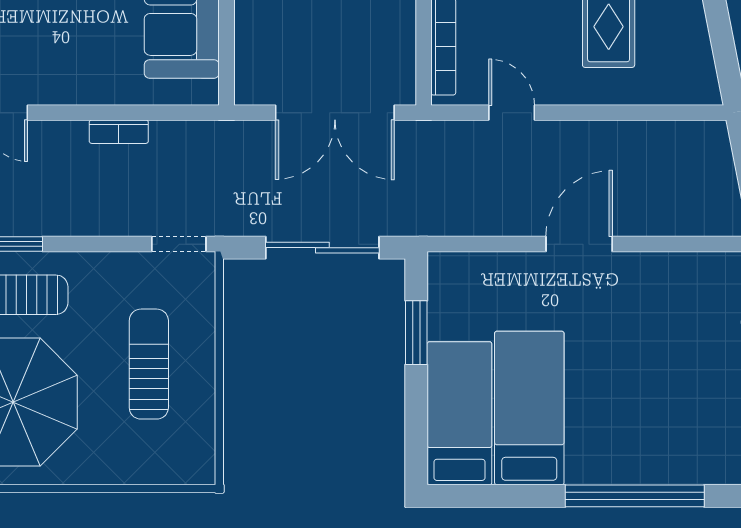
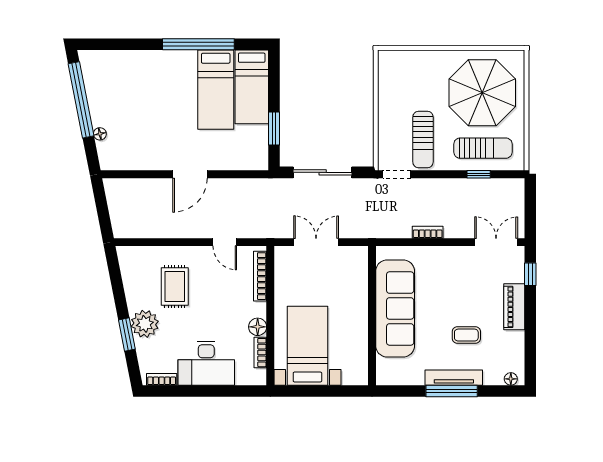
double door: (335, 113) -> (316, 242), width x0.73
sun lounger: (149, 364) -> (423, 139), moved
window: (635, 496) -> (198, 44), moved

